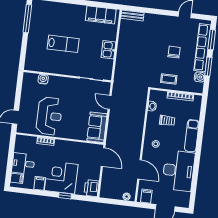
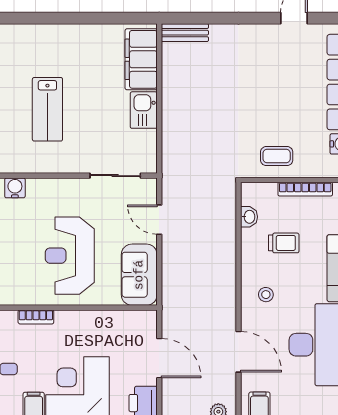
filing cabinet: (101, 15) -> (141, 59), moved, turned 90
lab bench: (63, 44) -> (47, 109), turned 90
chair: (174, 52) -> (281, 98), removed
reception desk: (49, 116) -> (70, 256), moved, turned 180
door: (103, 157) -> (159, 358), moved

